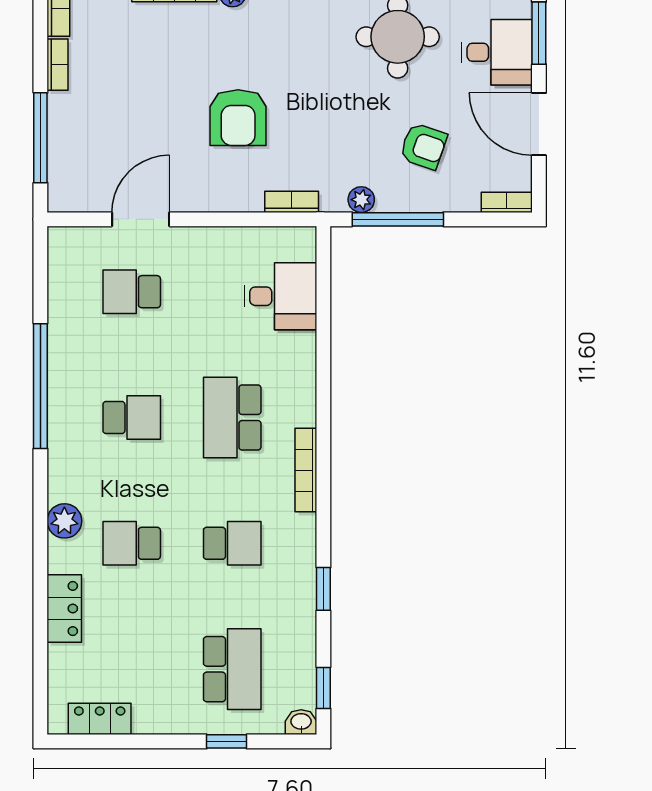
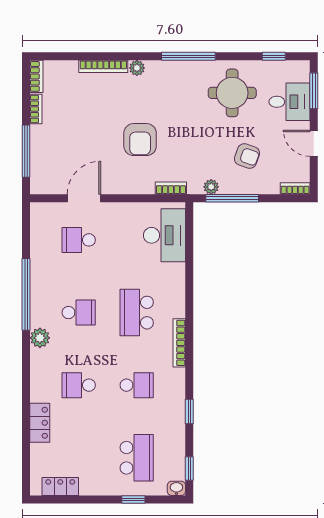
door: (539, 124) -> (314, 143), width x0.73
desk: (280, 296) -> (165, 235), width x1.37
plant: (64, 521) -> (40, 338), moved

